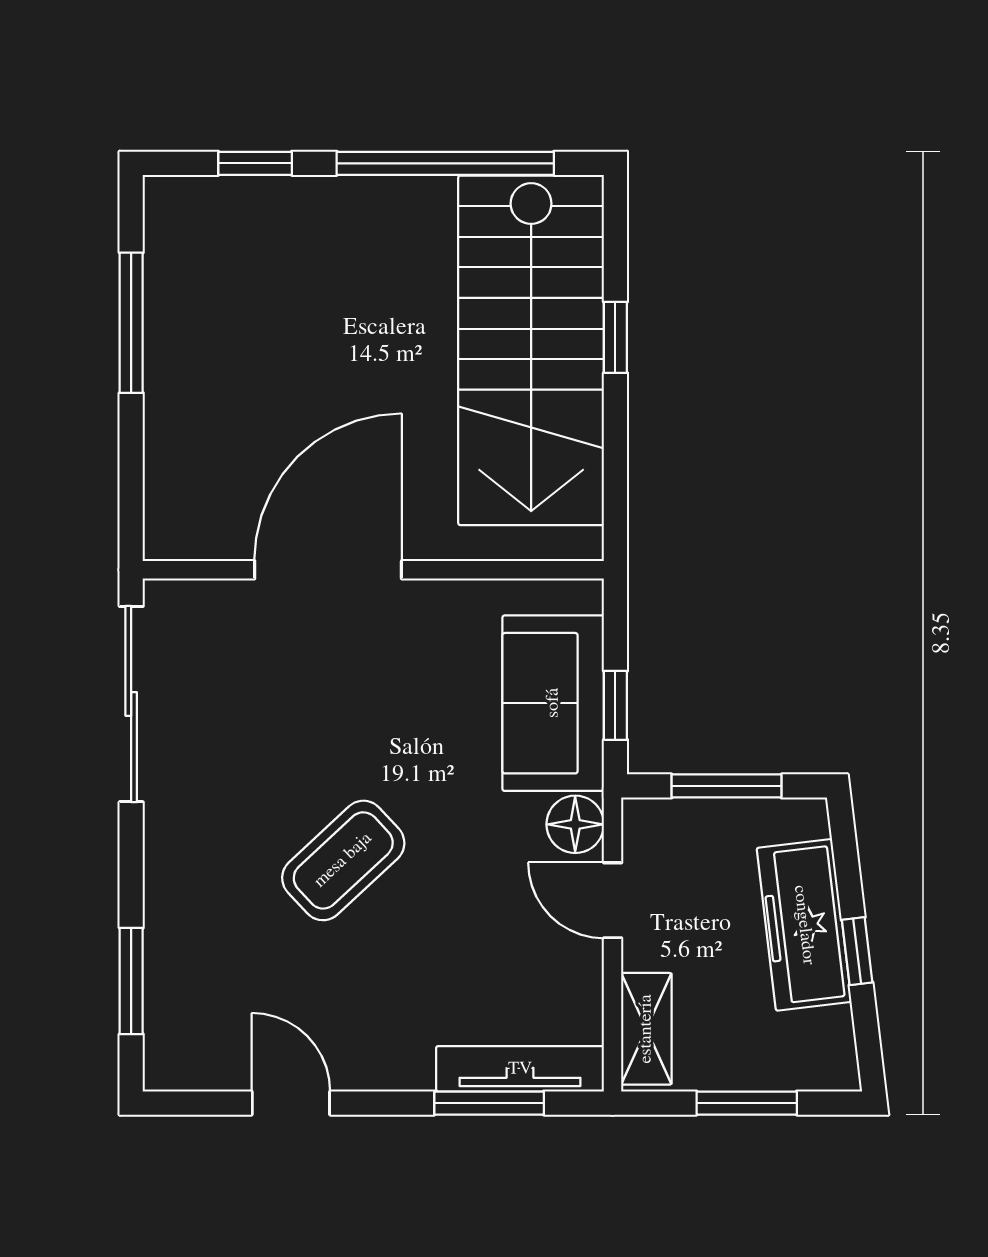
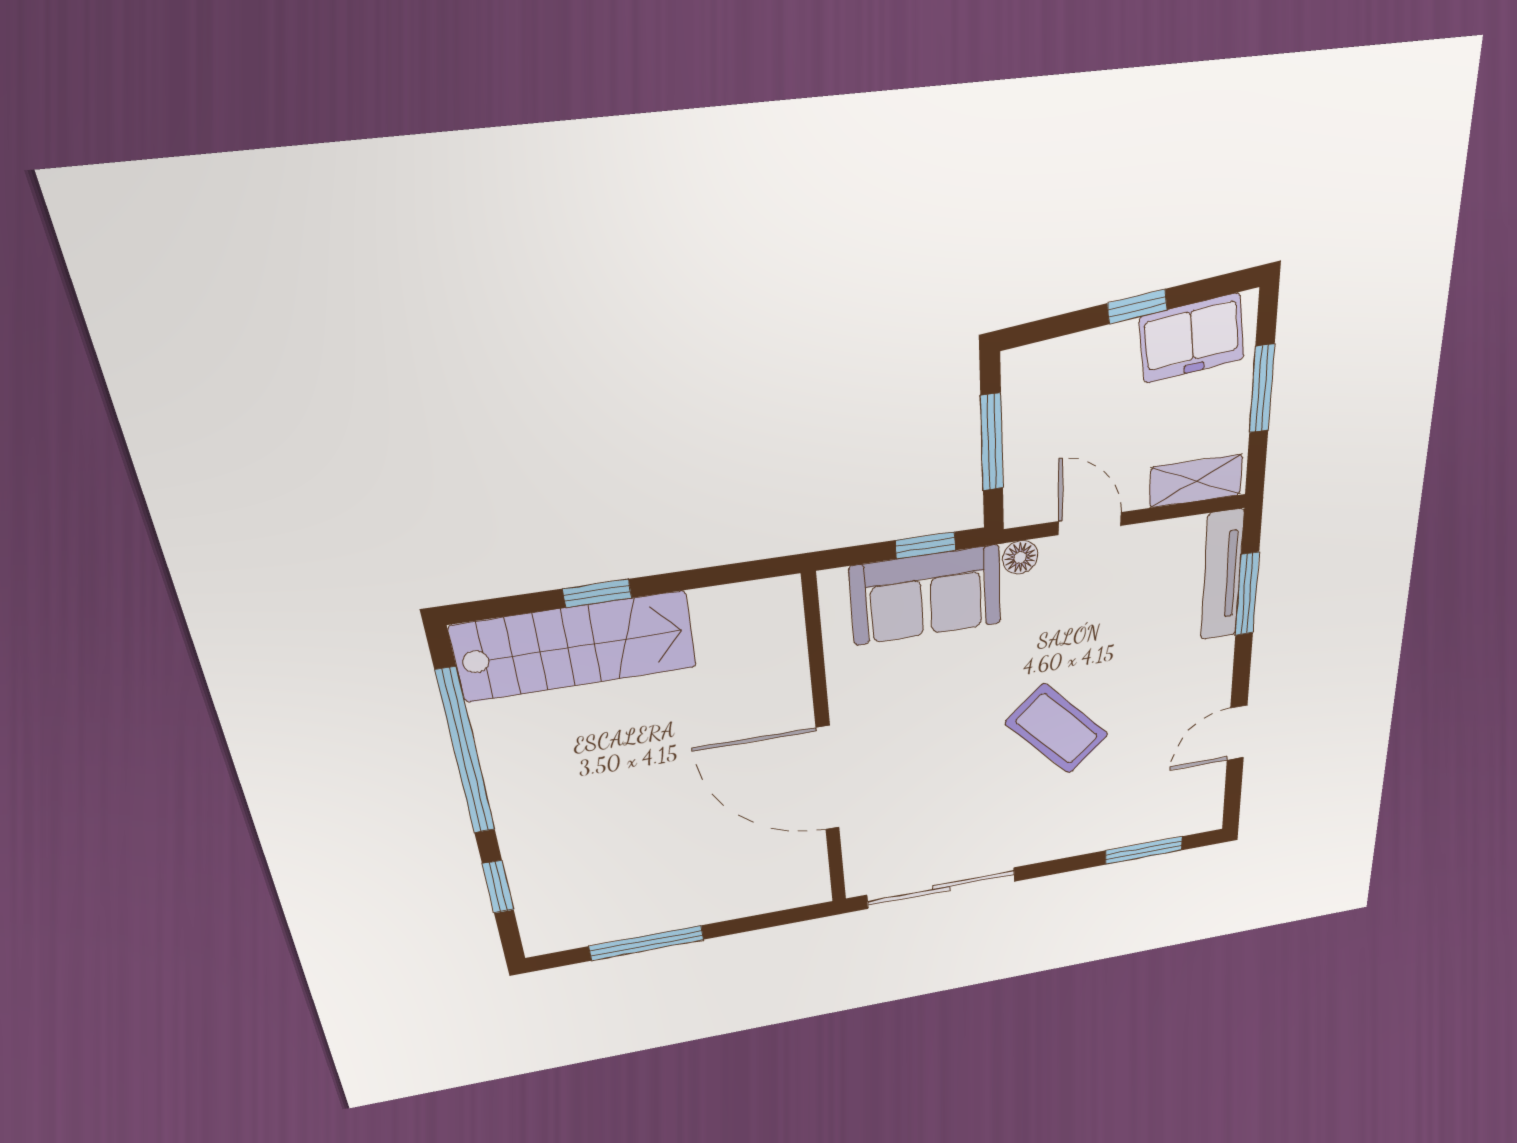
stairs: (531, 350) -> (575, 647), width x0.73, depth x0.66
floor lamp: (575, 824) -> (1020, 557), width x0.73, depth x0.73
door: (613, 900) -> (1090, 524), swing flipped
freezer: (804, 925) -> (1192, 338), moved, width x0.71

